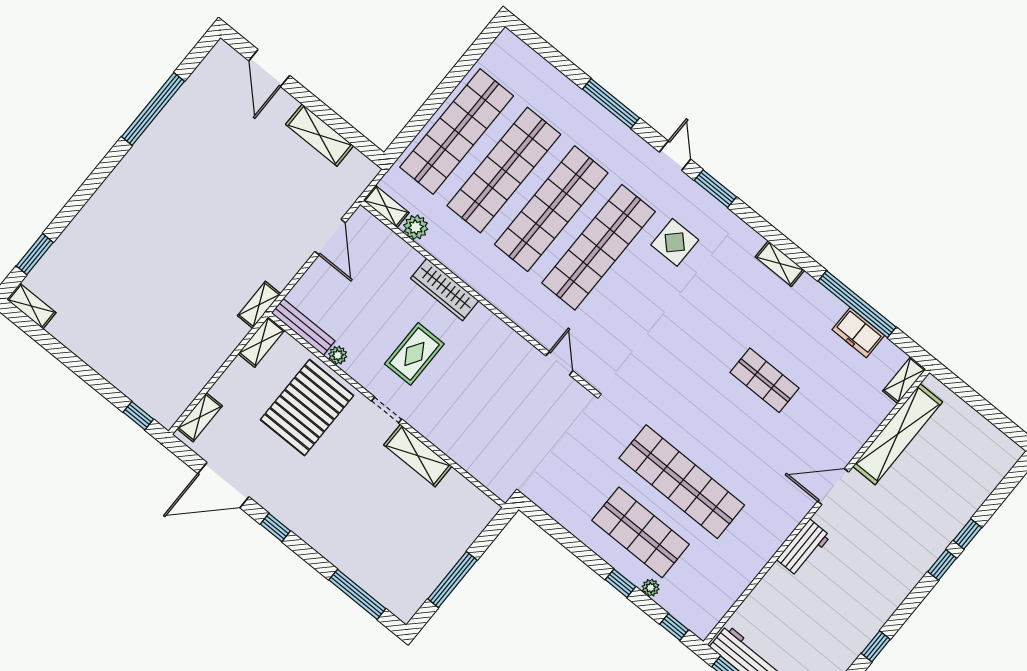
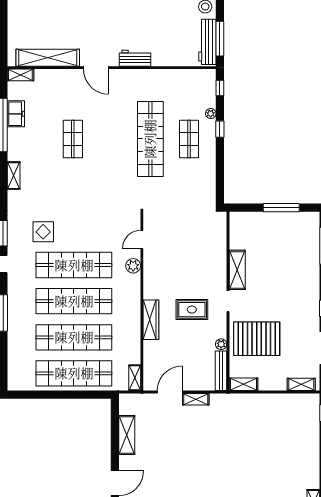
plant: (416, 227) -> (133, 266), moved
shelving: (259, 305) -> (196, 399), moved
shop shelf: (640, 532) -> (189, 139), width x0.70, depth x0.74

